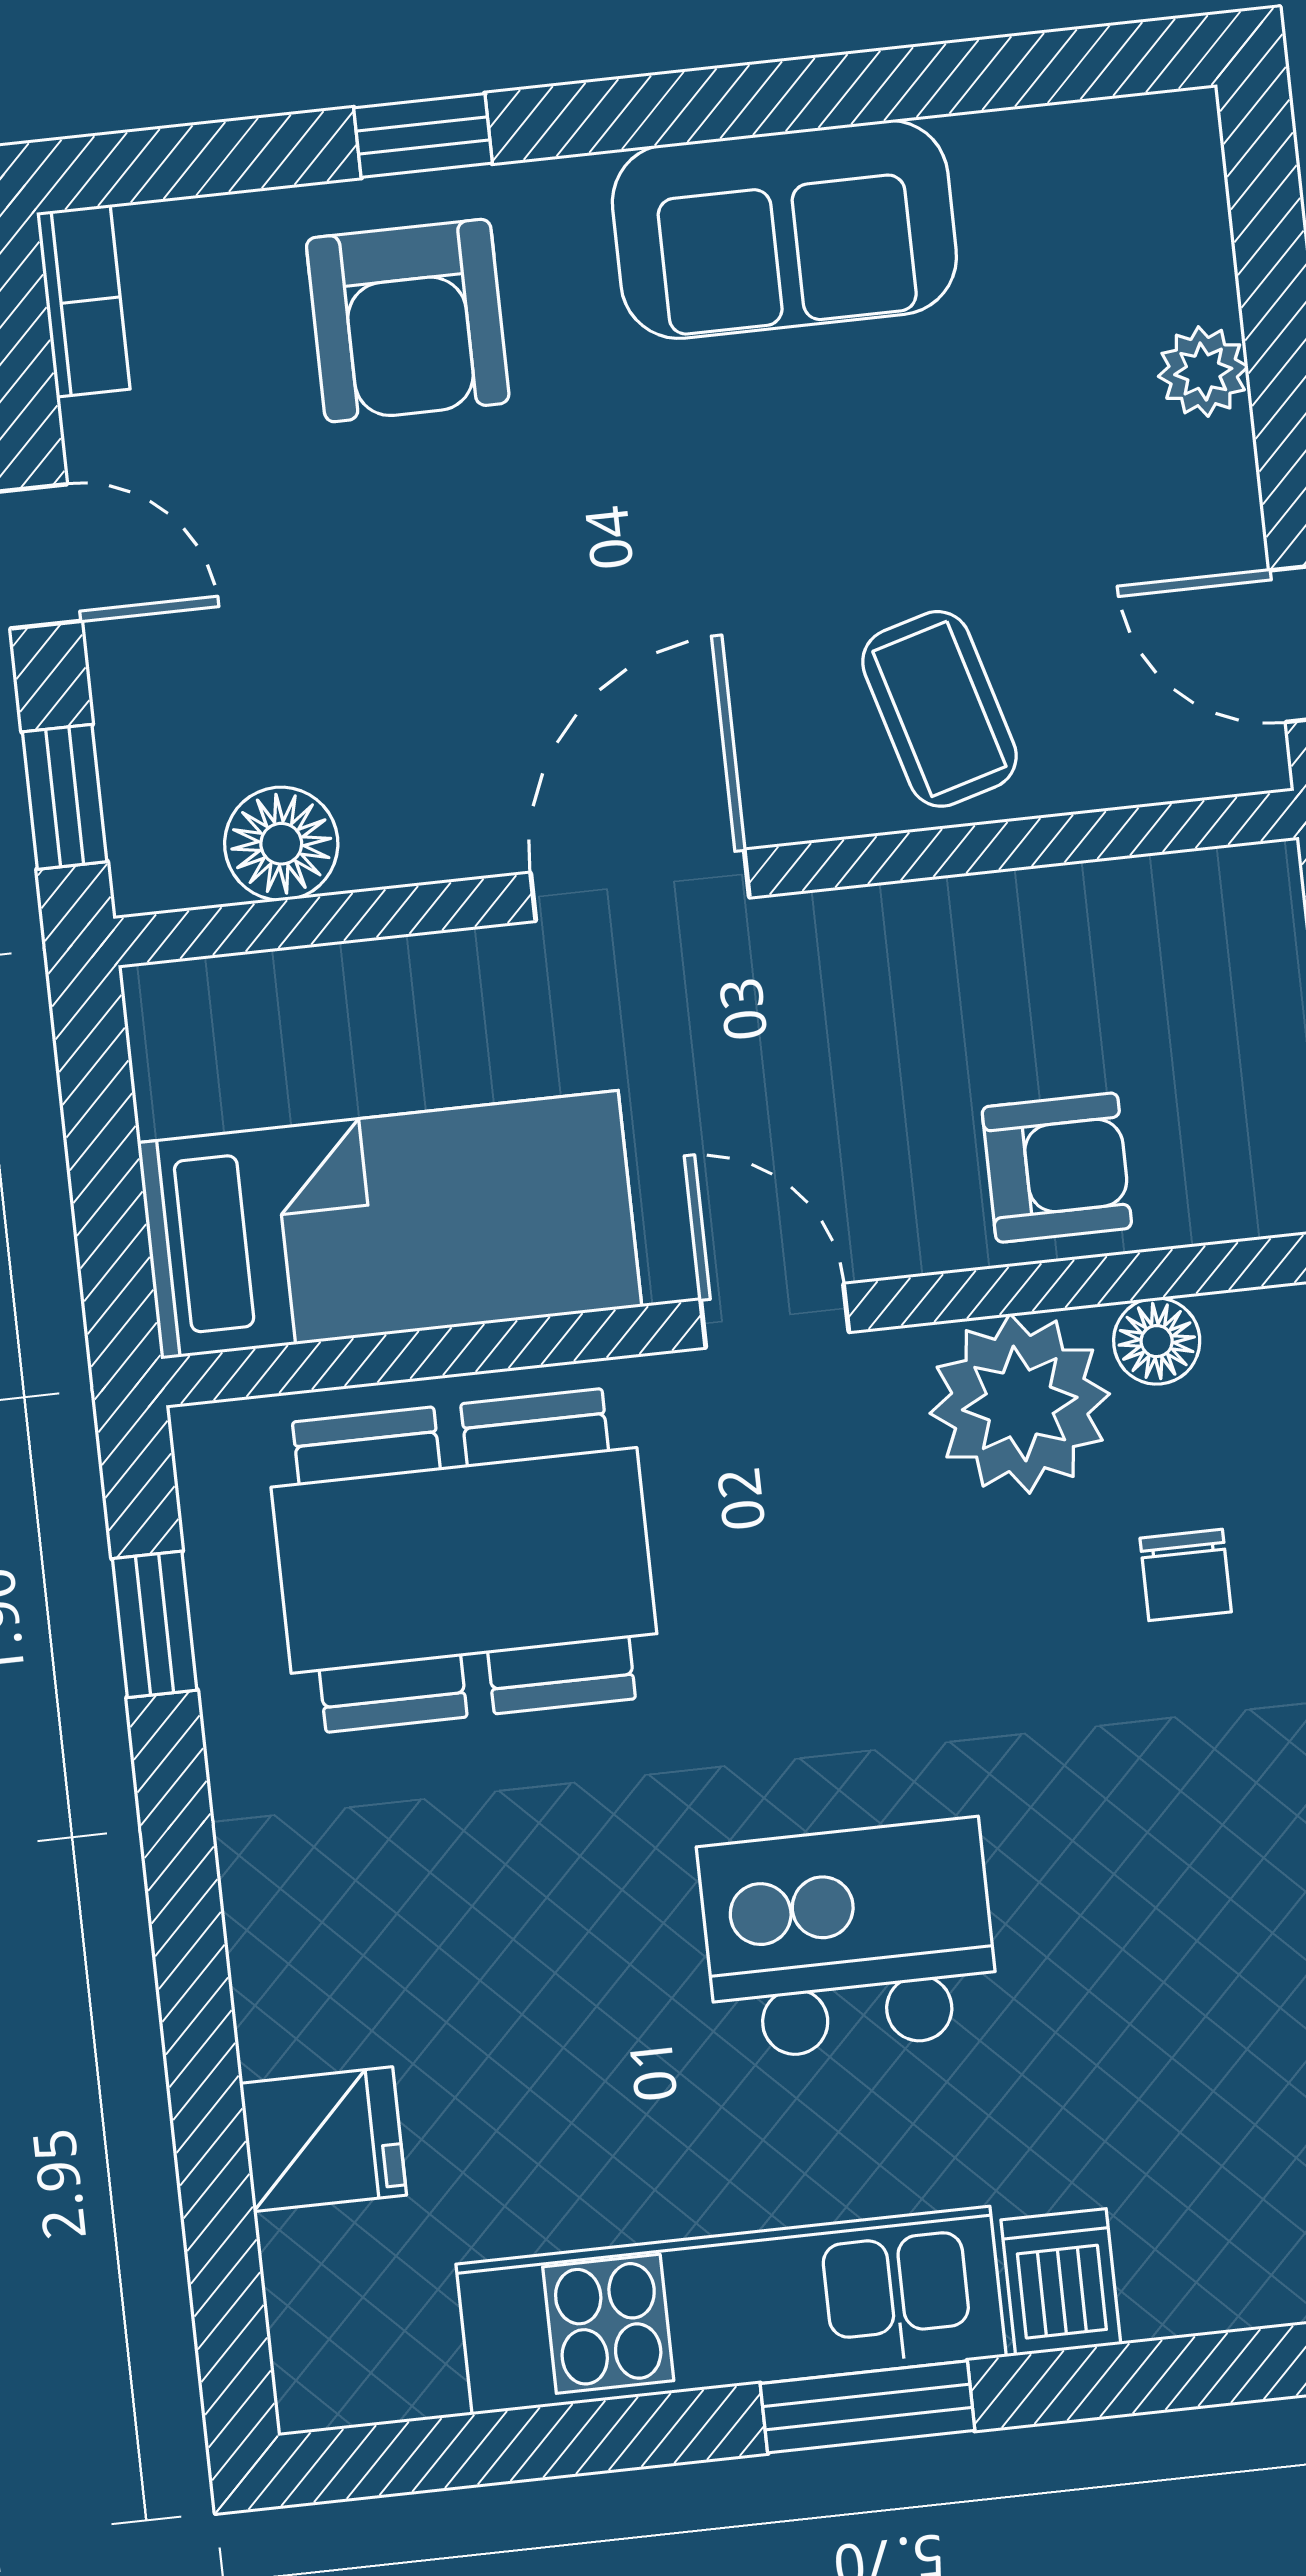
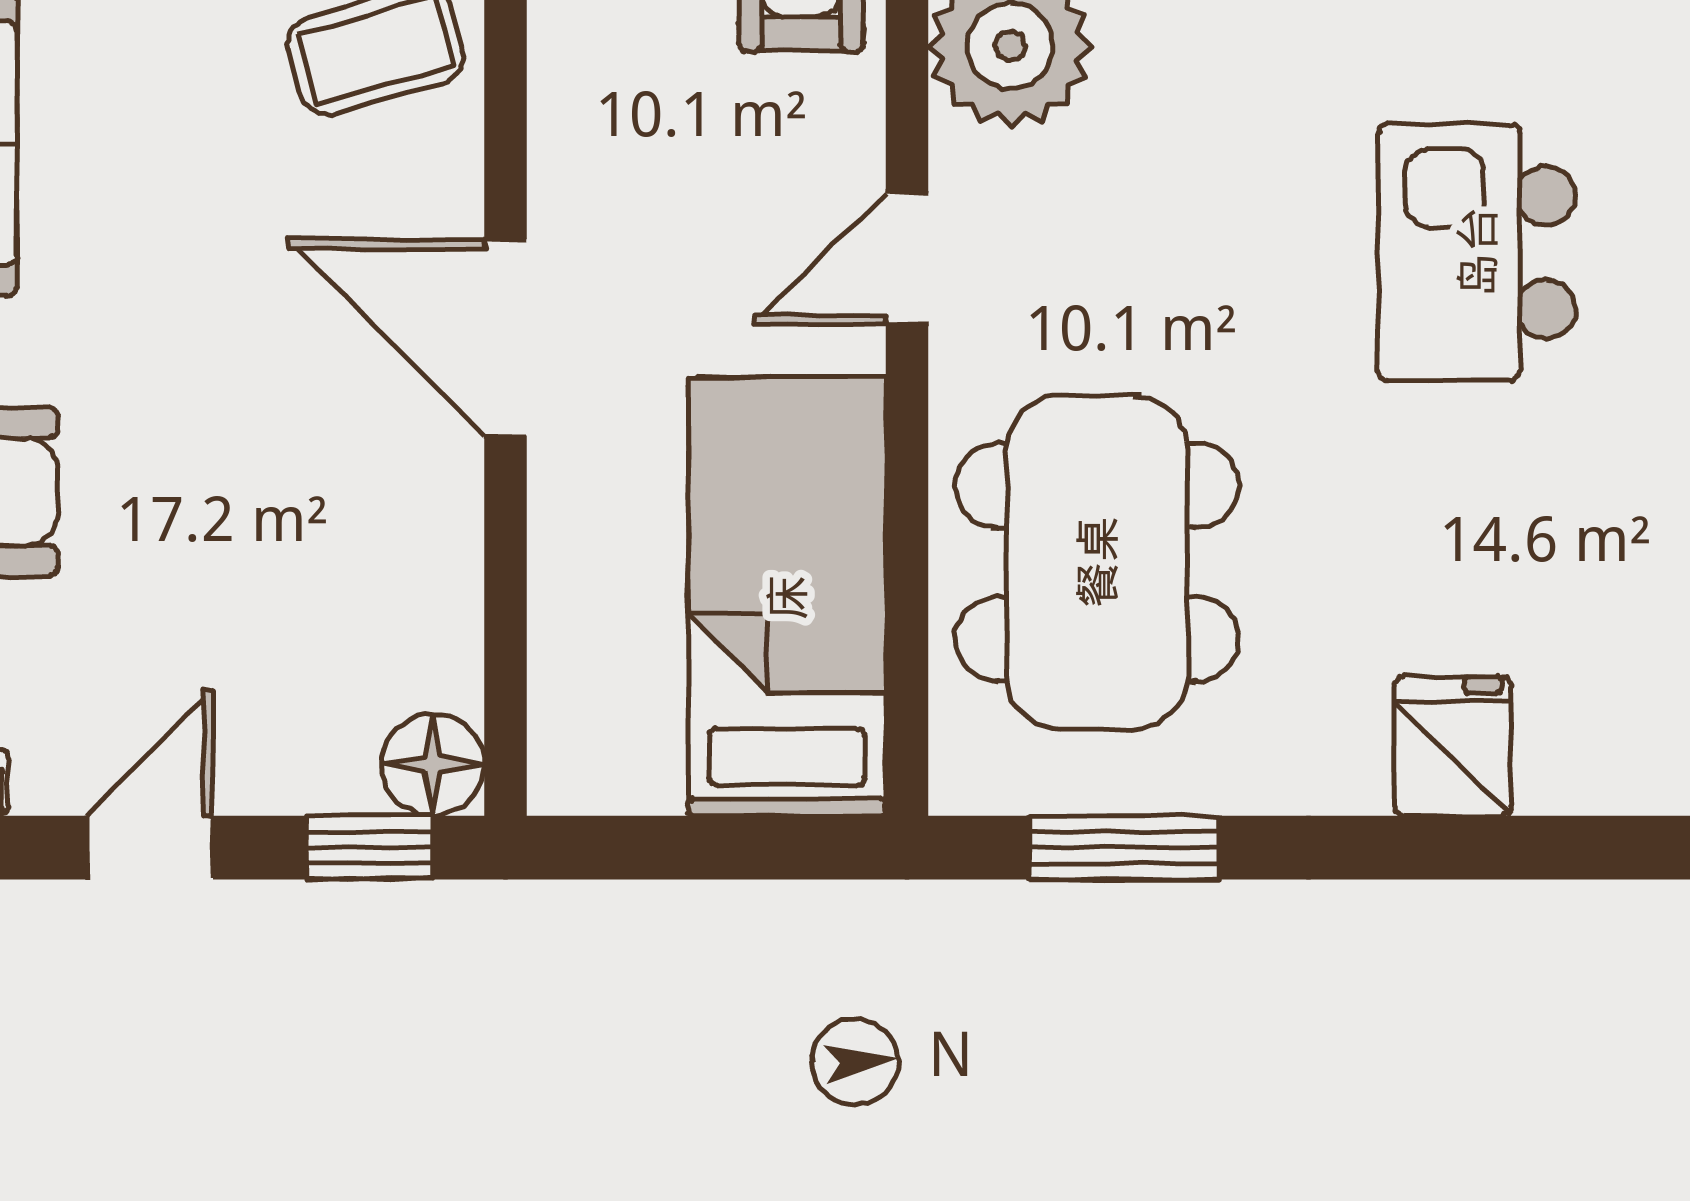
floor lamp: (281, 844) -> (433, 765), moved
window: (155, 1624) -> (1125, 848), width x1.50
fridge: (323, 2139) -> (1453, 746), moved

